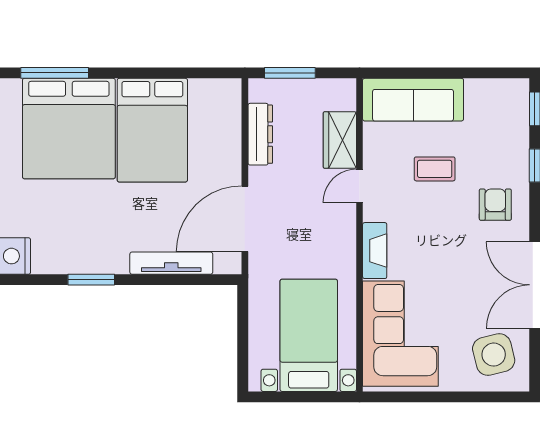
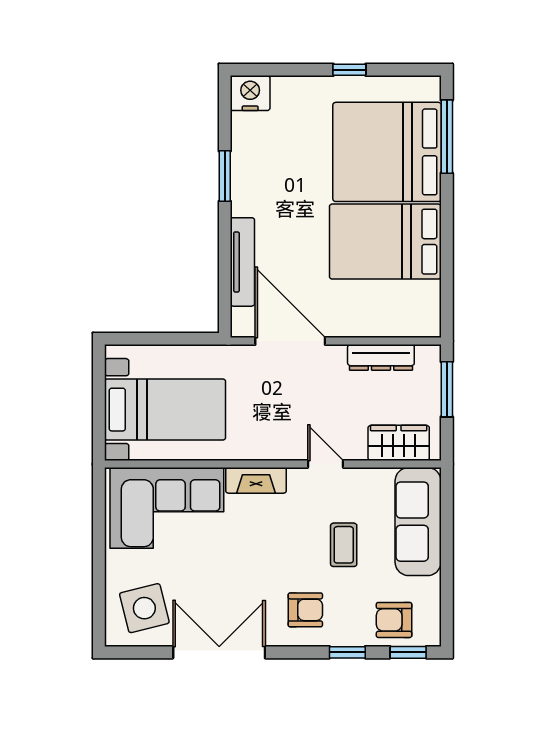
armchair: (505, 122) -> (394, 620), added
wardrobe: (340, 140) -> (399, 443), moved

